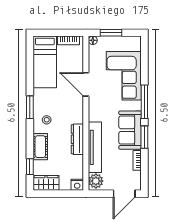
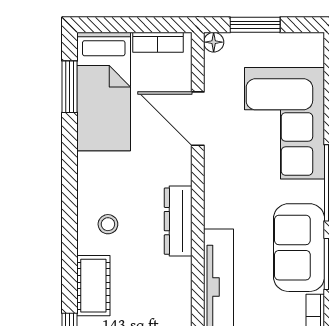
door: (86, 84) -> (198, 119), moved
window: (30, 107) -> (70, 87), moved
dresser: (77, 139) -> (178, 221), moved

